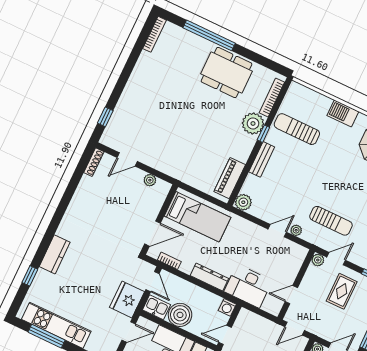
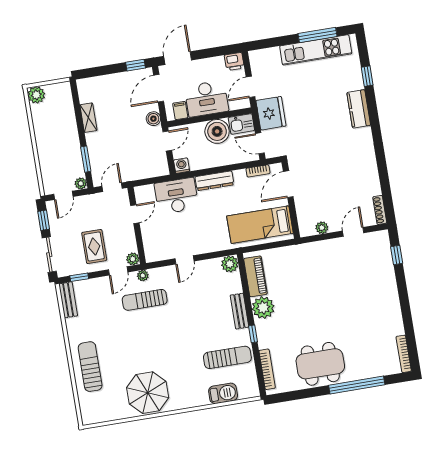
barbecue: (343, 114) -> (223, 393), moved
plant: (253, 123) -> (263, 308), moved
plant: (296, 230) -> (143, 276), moved

